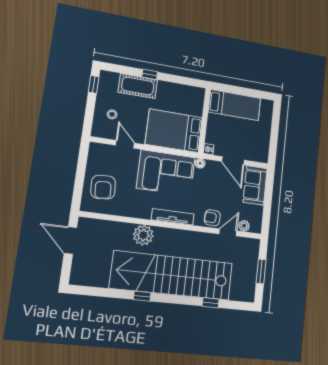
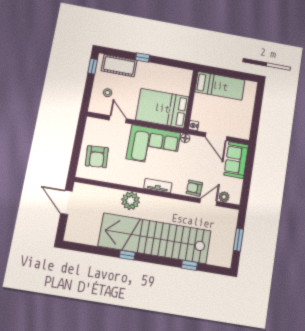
cot: (138, 86) -> (119, 66), moved
tv unit: (173, 217) -> (158, 186), width x0.71

